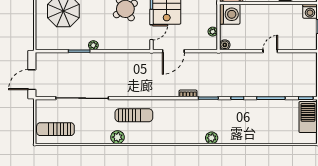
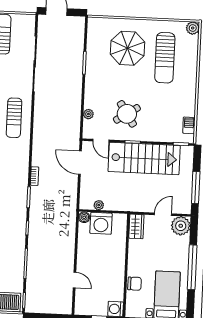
washing machine: (230, 14) -> (101, 223), moved
plant: (93, 45) -> (88, 114), moved
door: (270, 51) -> (75, 280), moved

